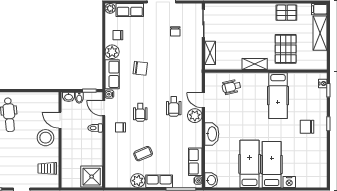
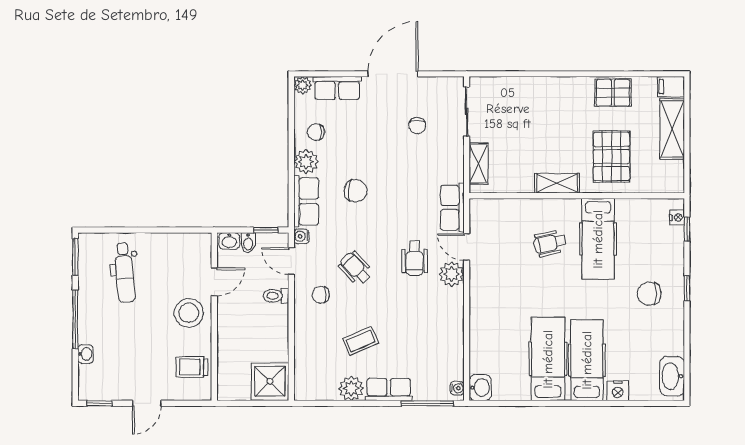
wheelchair: (231, 87) -> (550, 243), moved
wheelchair: (140, 112) -> (356, 268), turned 137
door: (60, 120) -> (214, 282), swing flipped
washbasin: (212, 134) -> (672, 376), moved, turned 180
row of seats: (195, 162) -> (452, 208), moved

